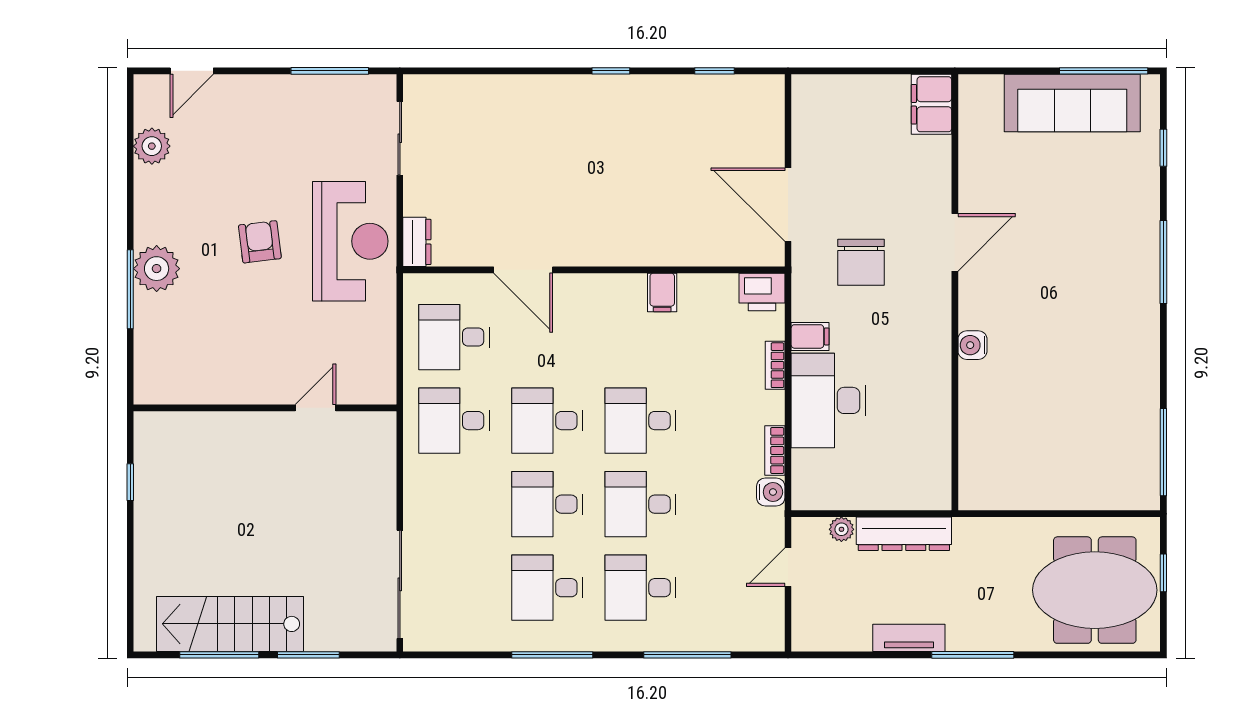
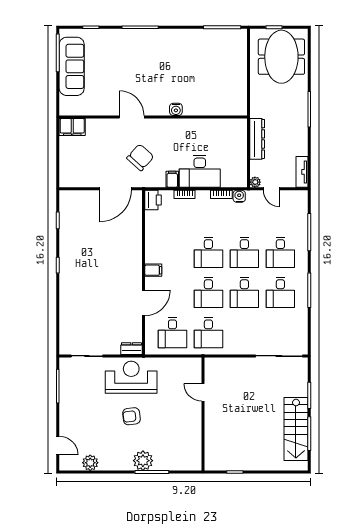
chair: (861, 262) -> (140, 157), turned -48
filing cabinet: (662, 292) -> (153, 270), moved
plant: (841, 529) -> (255, 182), moved
tv unit: (909, 638) -> (302, 172), moved

